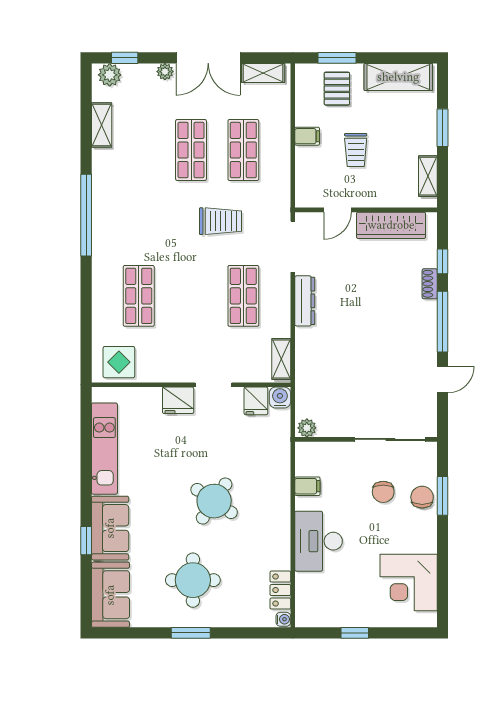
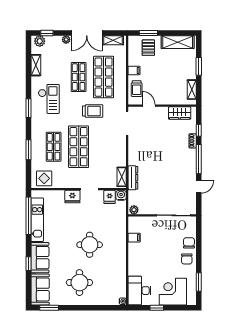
shop shelf: (243, 150) -> (104, 77), width x1.43, depth x1.36
trolley: (356, 150) -> (137, 89), moved
checkout: (129, 196) -> (49, 99), added
door: (337, 210) -> (149, 106), swing flipped
window: (86, 215) -> (28, 108), width x0.47
wardrobe: (391, 225) -> (180, 113), width x0.67
shop shelf: (243, 296) -> (79, 147), moved, width x1.43, depth x1.36
dresser: (305, 301) -> (133, 178), moved
window: (86, 302) -> (28, 150), added
window: (86, 440) -> (28, 216), added
chair: (383, 492) -> (187, 259), moved
window: (442, 496) -> (199, 282), moved
round table: (214, 501) -> (90, 245), turned -34
desk: (319, 541) -> (140, 291), moved
corner desk: (409, 583) -> (173, 292), moved, turned 90
locker: (280, 590) -> (121, 287), removed
window: (191, 633) -> (49, 308), moved

